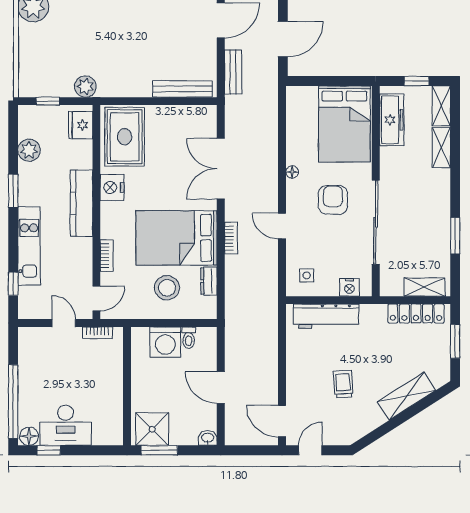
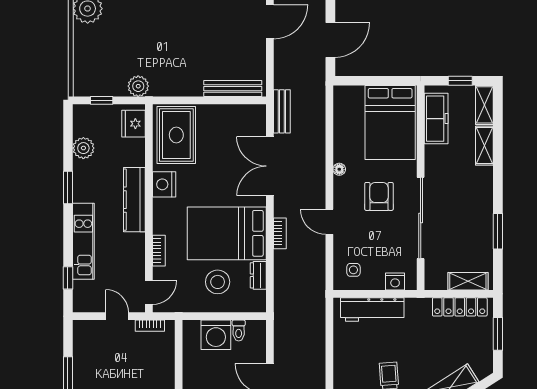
bench: (233, 72) -> (282, 111), moved

